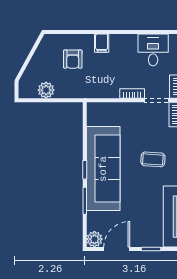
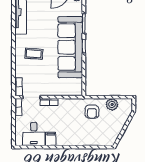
filing cabinet: (102, 43) -> (51, 139), moved
armchair: (73, 59) -> (92, 112), moved, turned 180

